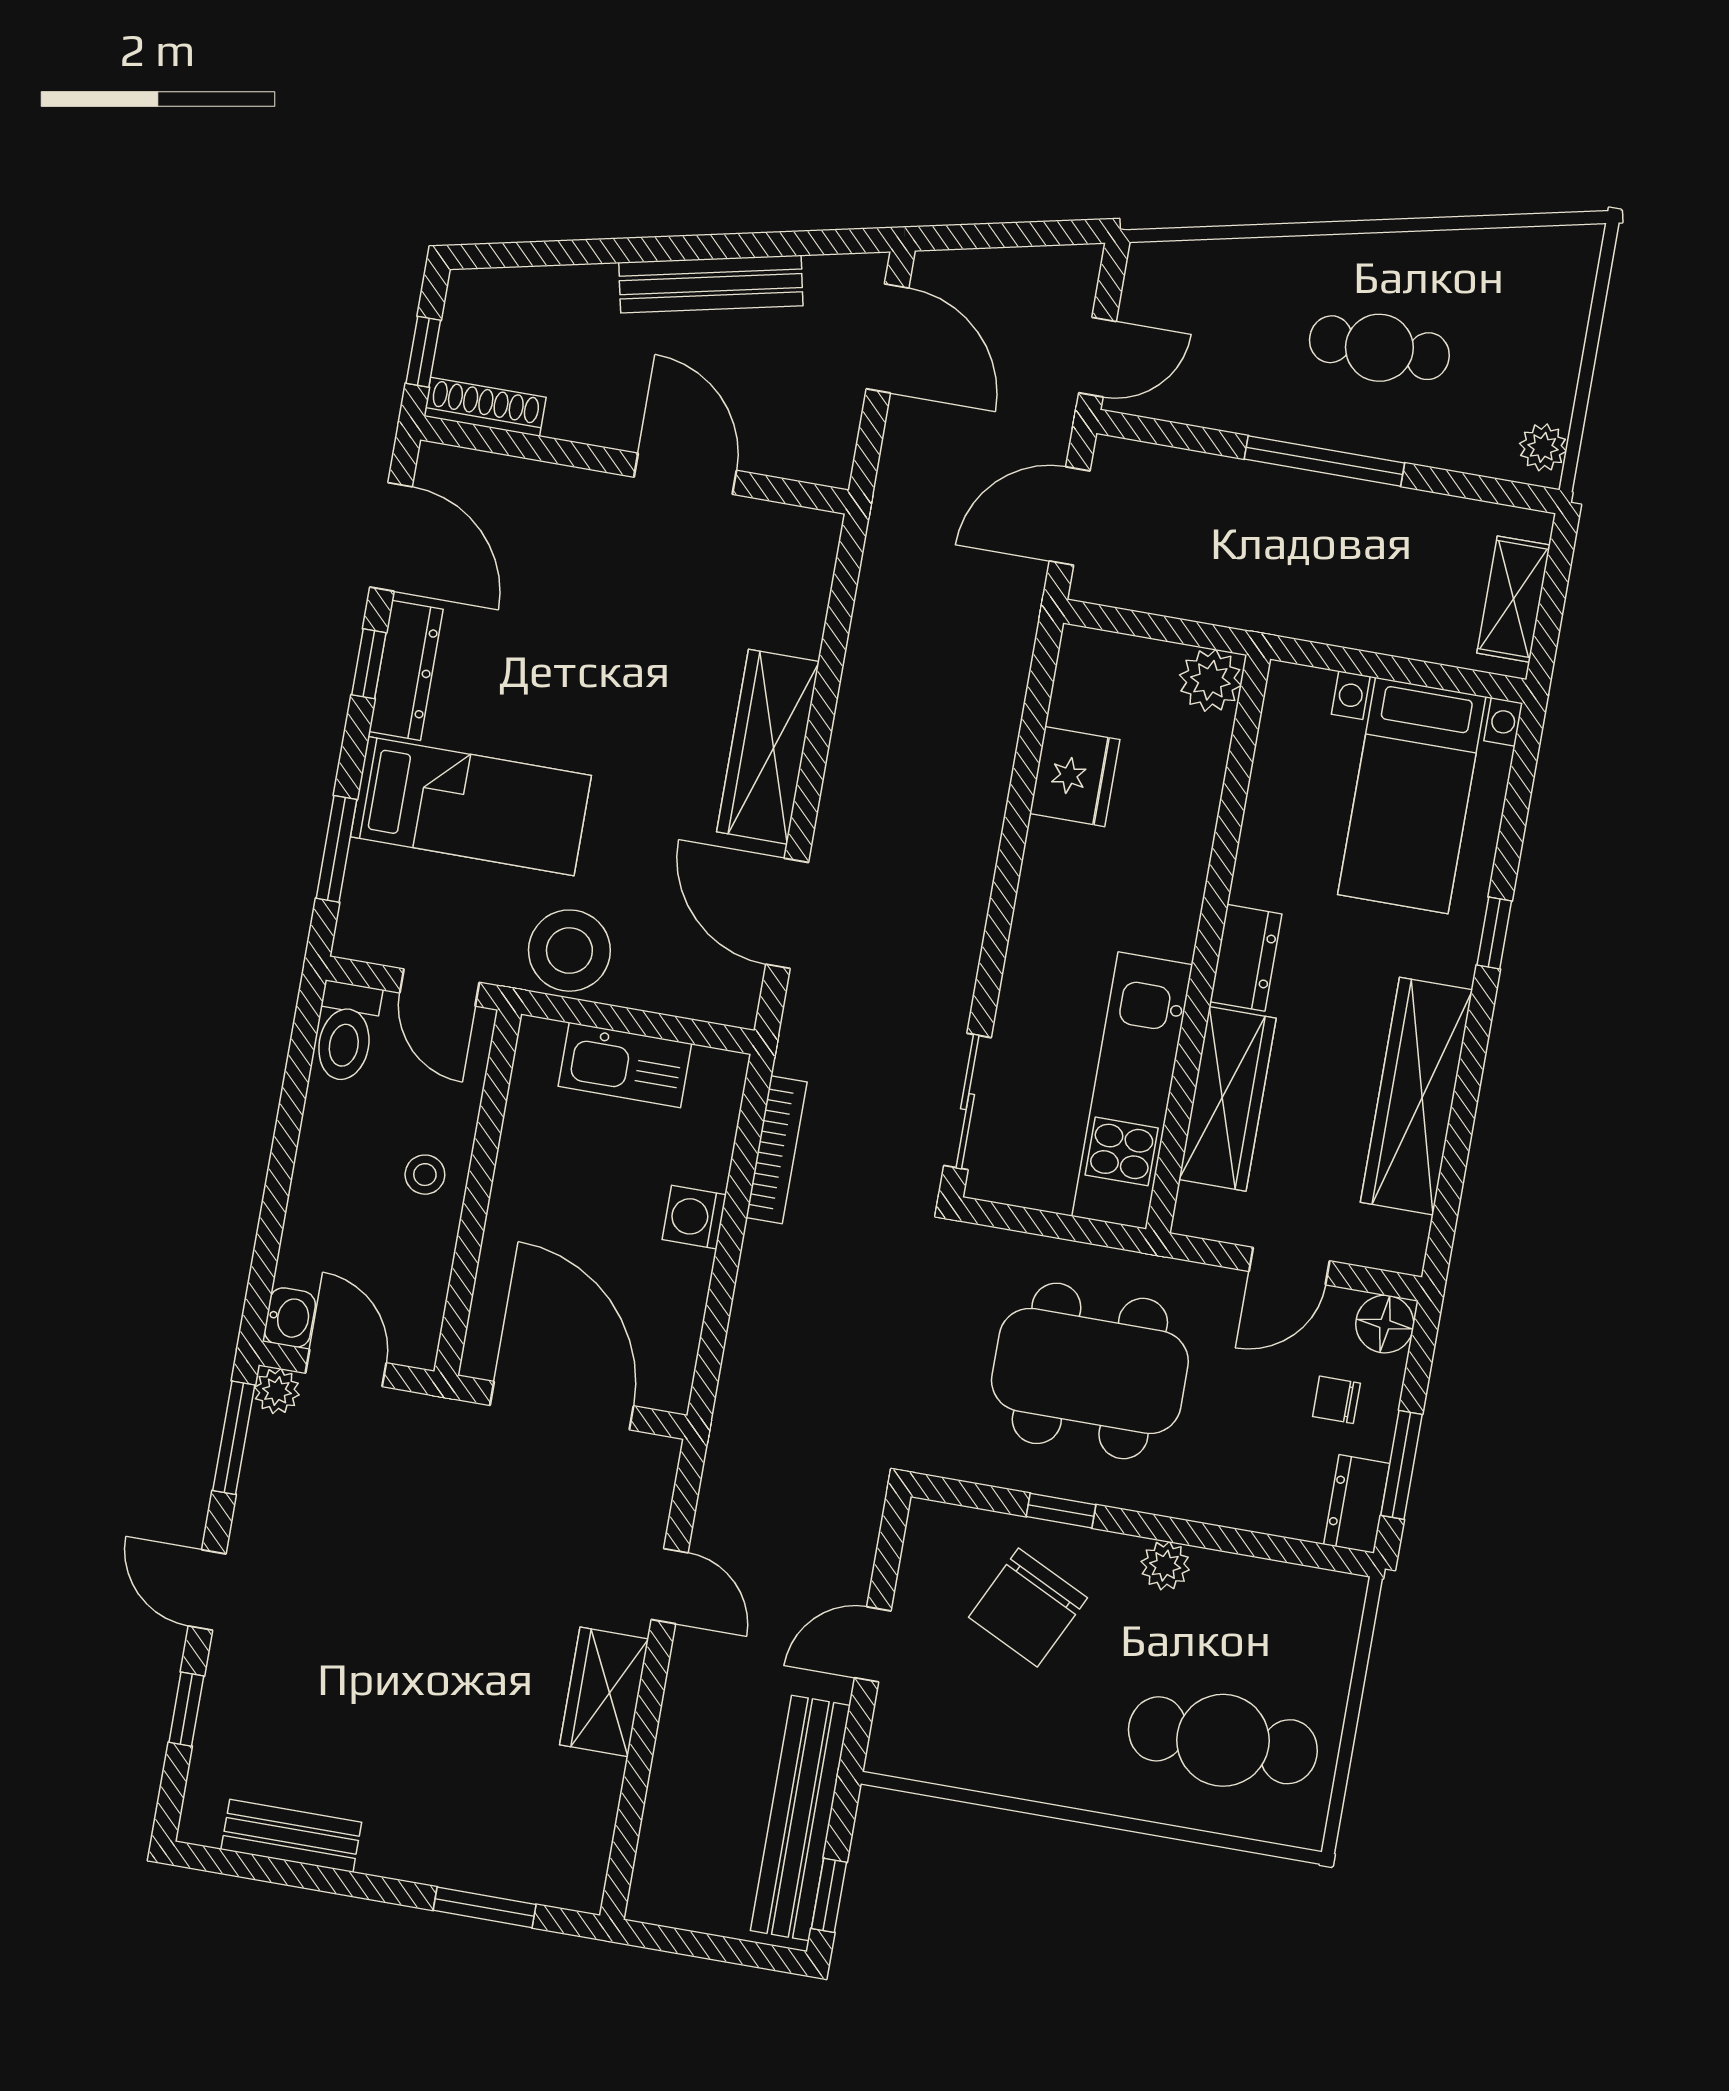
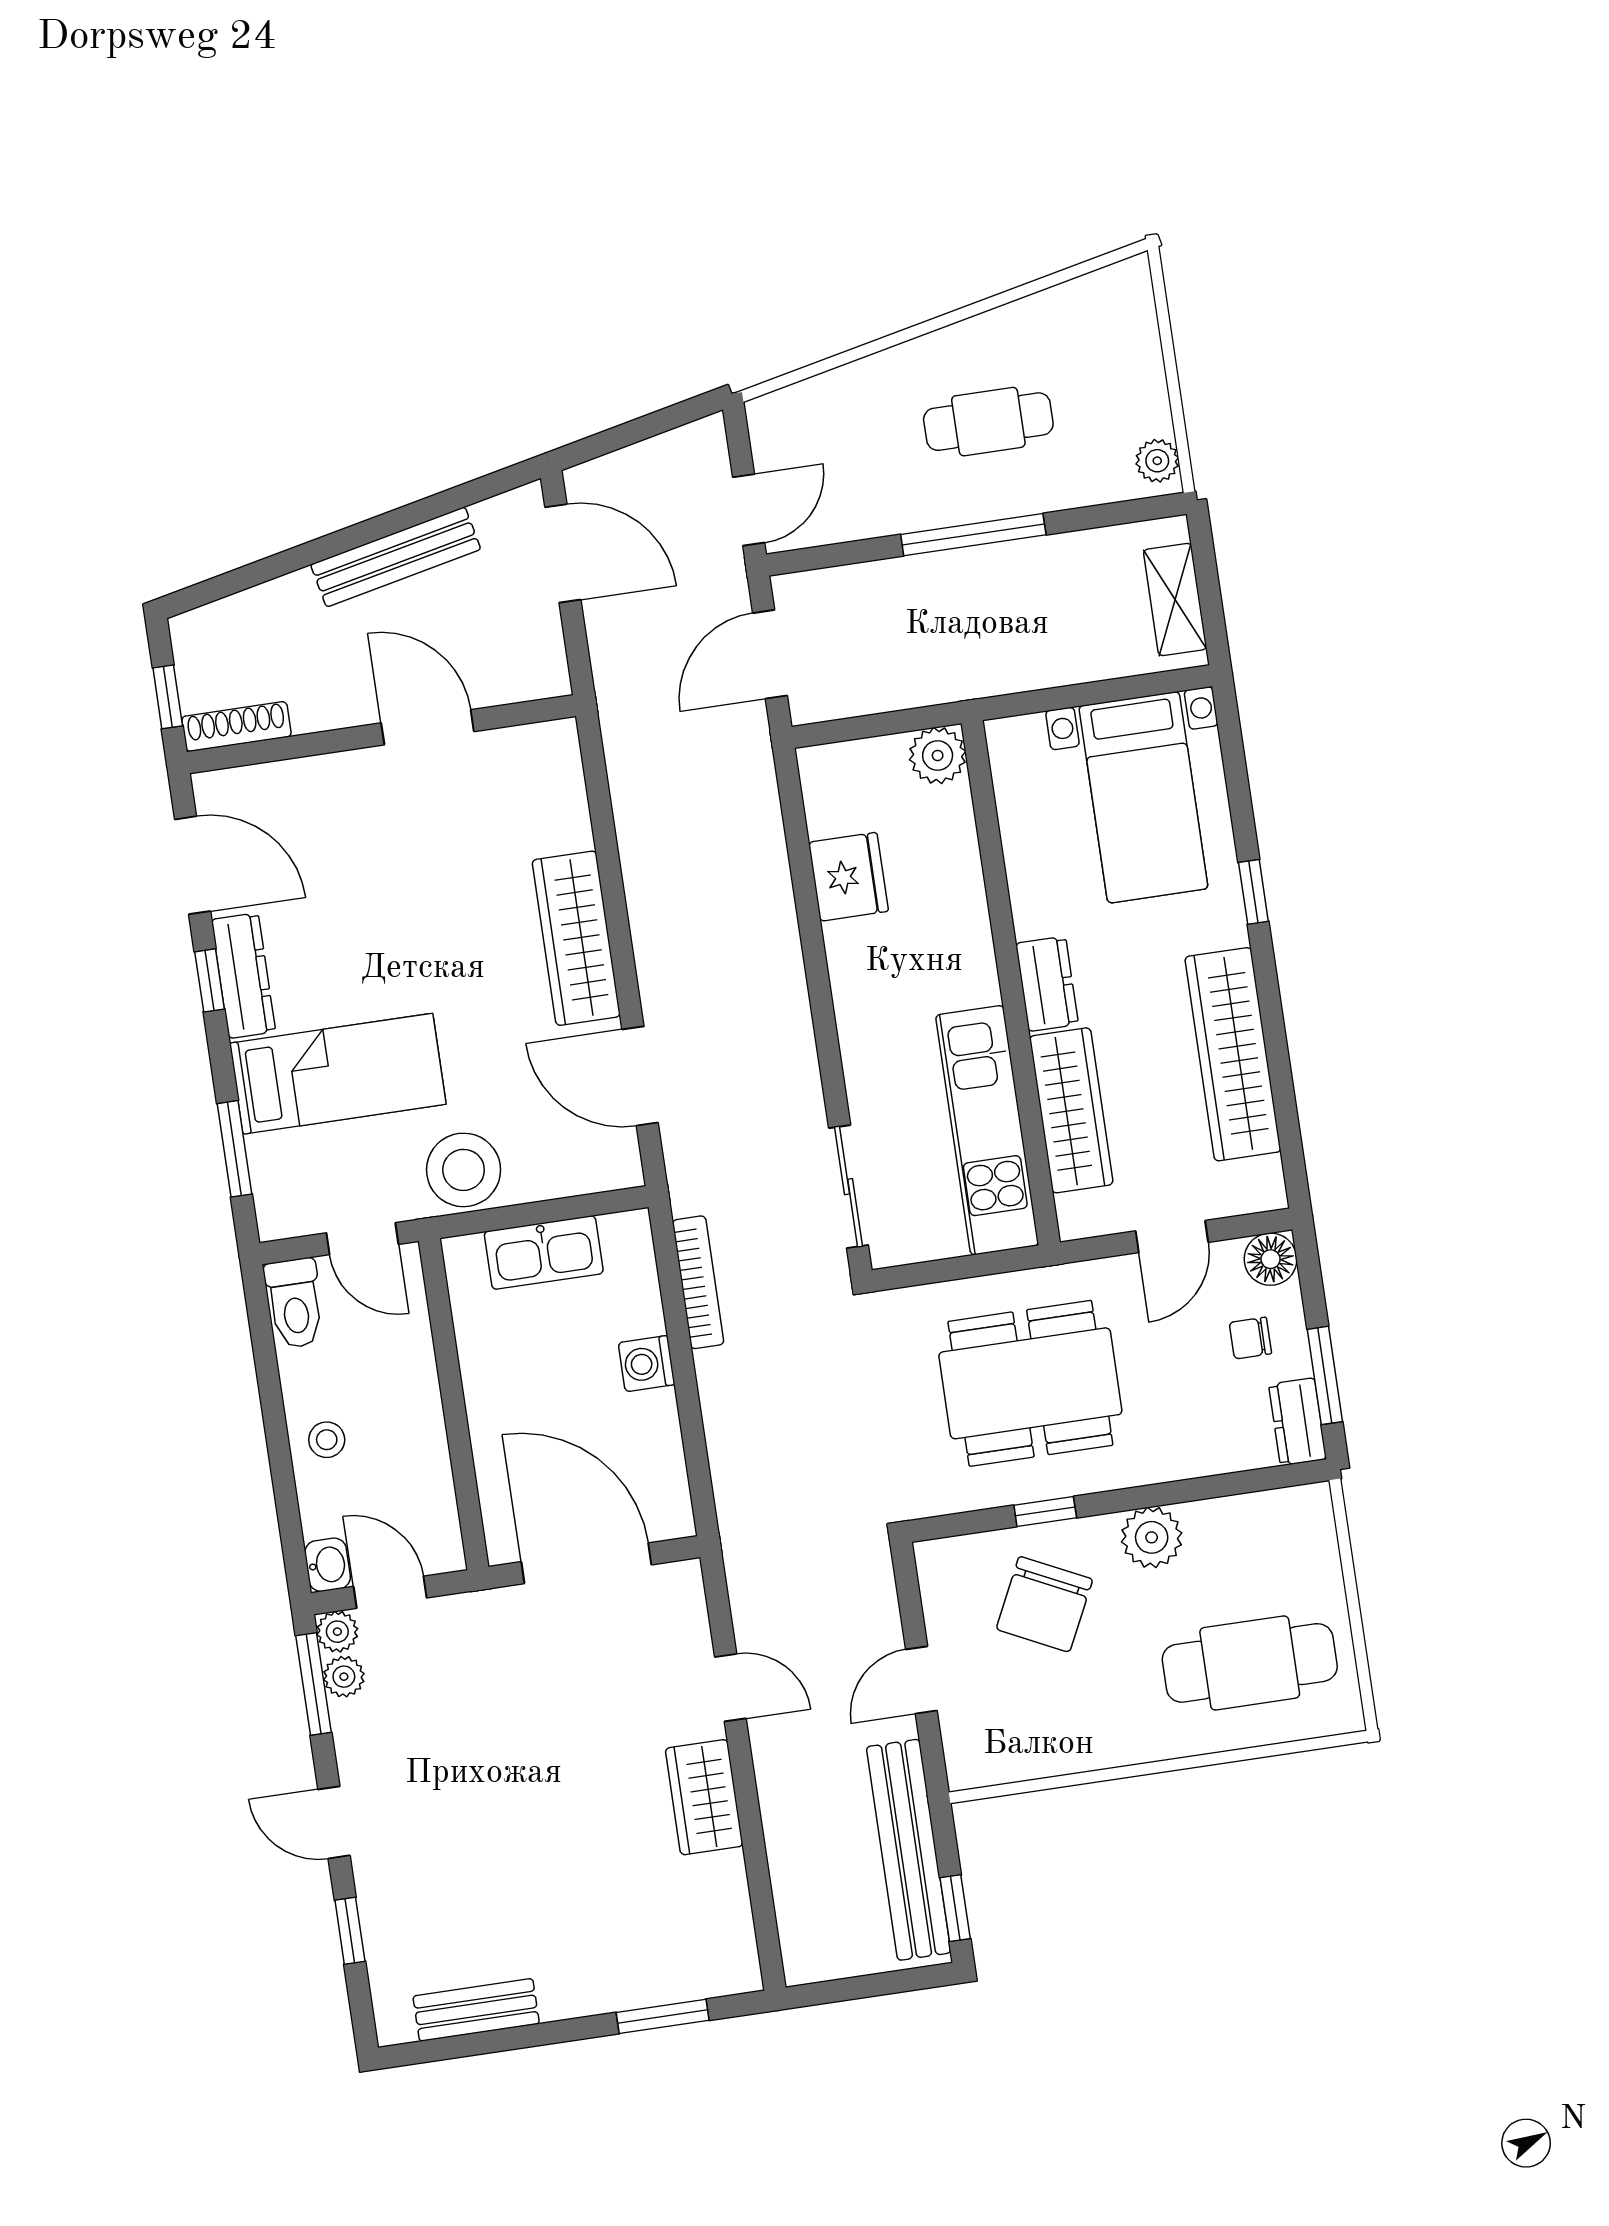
stool: (425, 1175) -> (327, 1440), moved
plant: (268, 1440) -> (344, 1677), added
plant: (1165, 1566) -> (1152, 1537), width x1.38, depth x1.38

